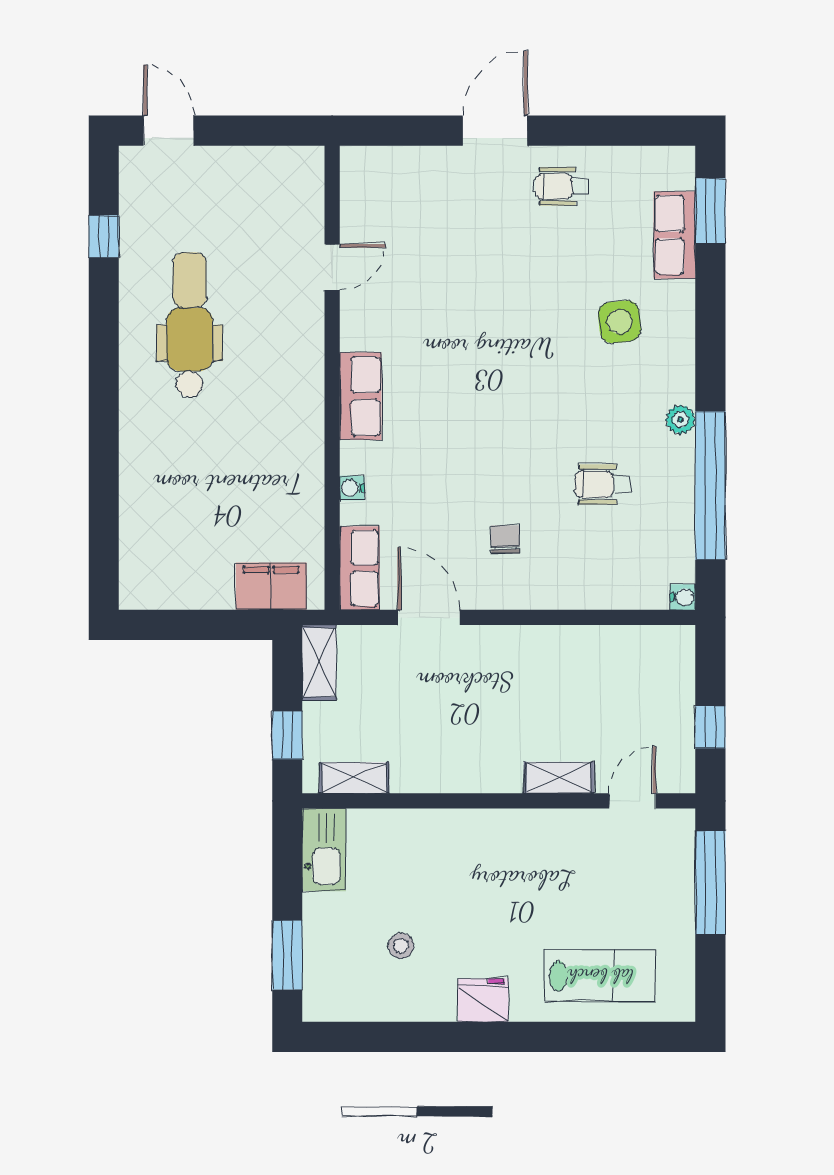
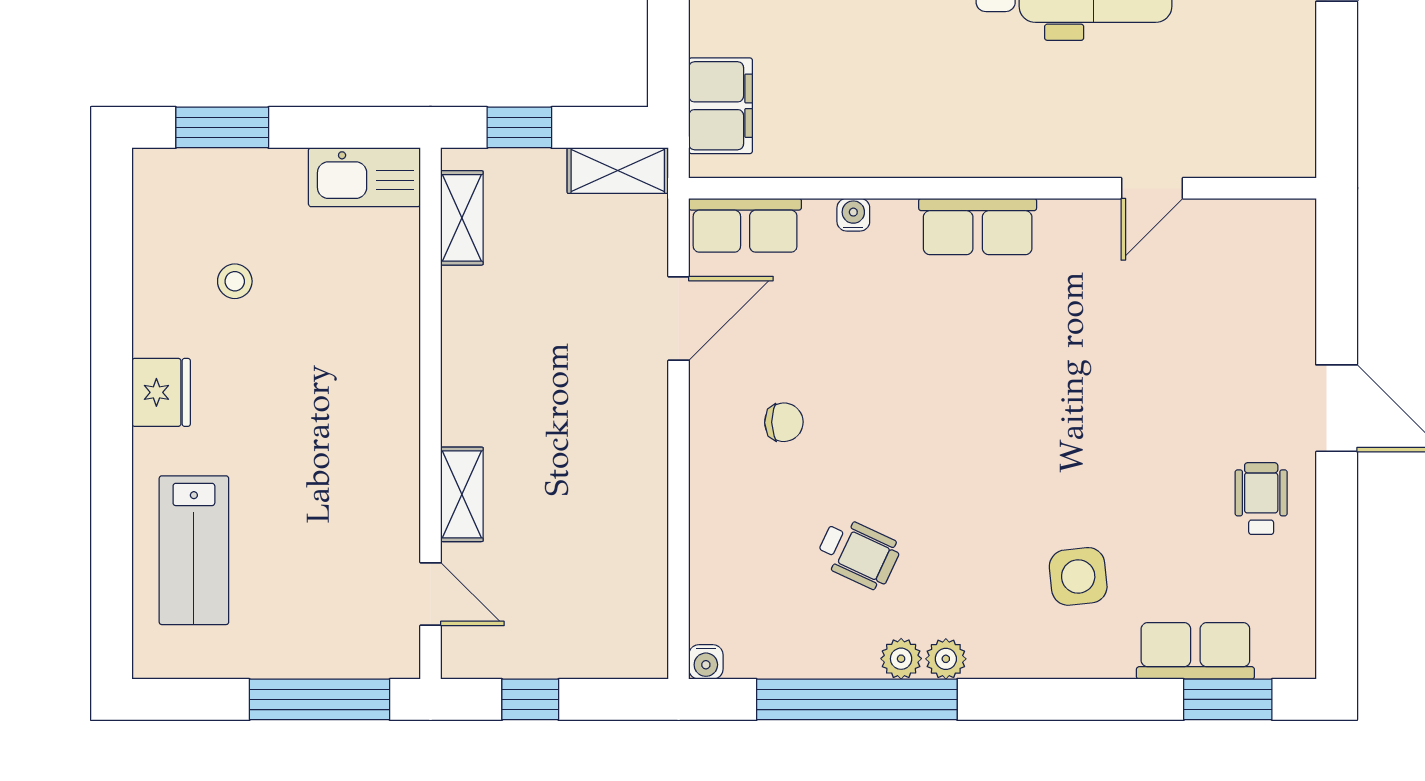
door: (332, 267) -> (1152, 188), hinge flipped
plant: (680, 453) -> (901, 659), added
wheelchair: (602, 484) -> (858, 553), turned 115

